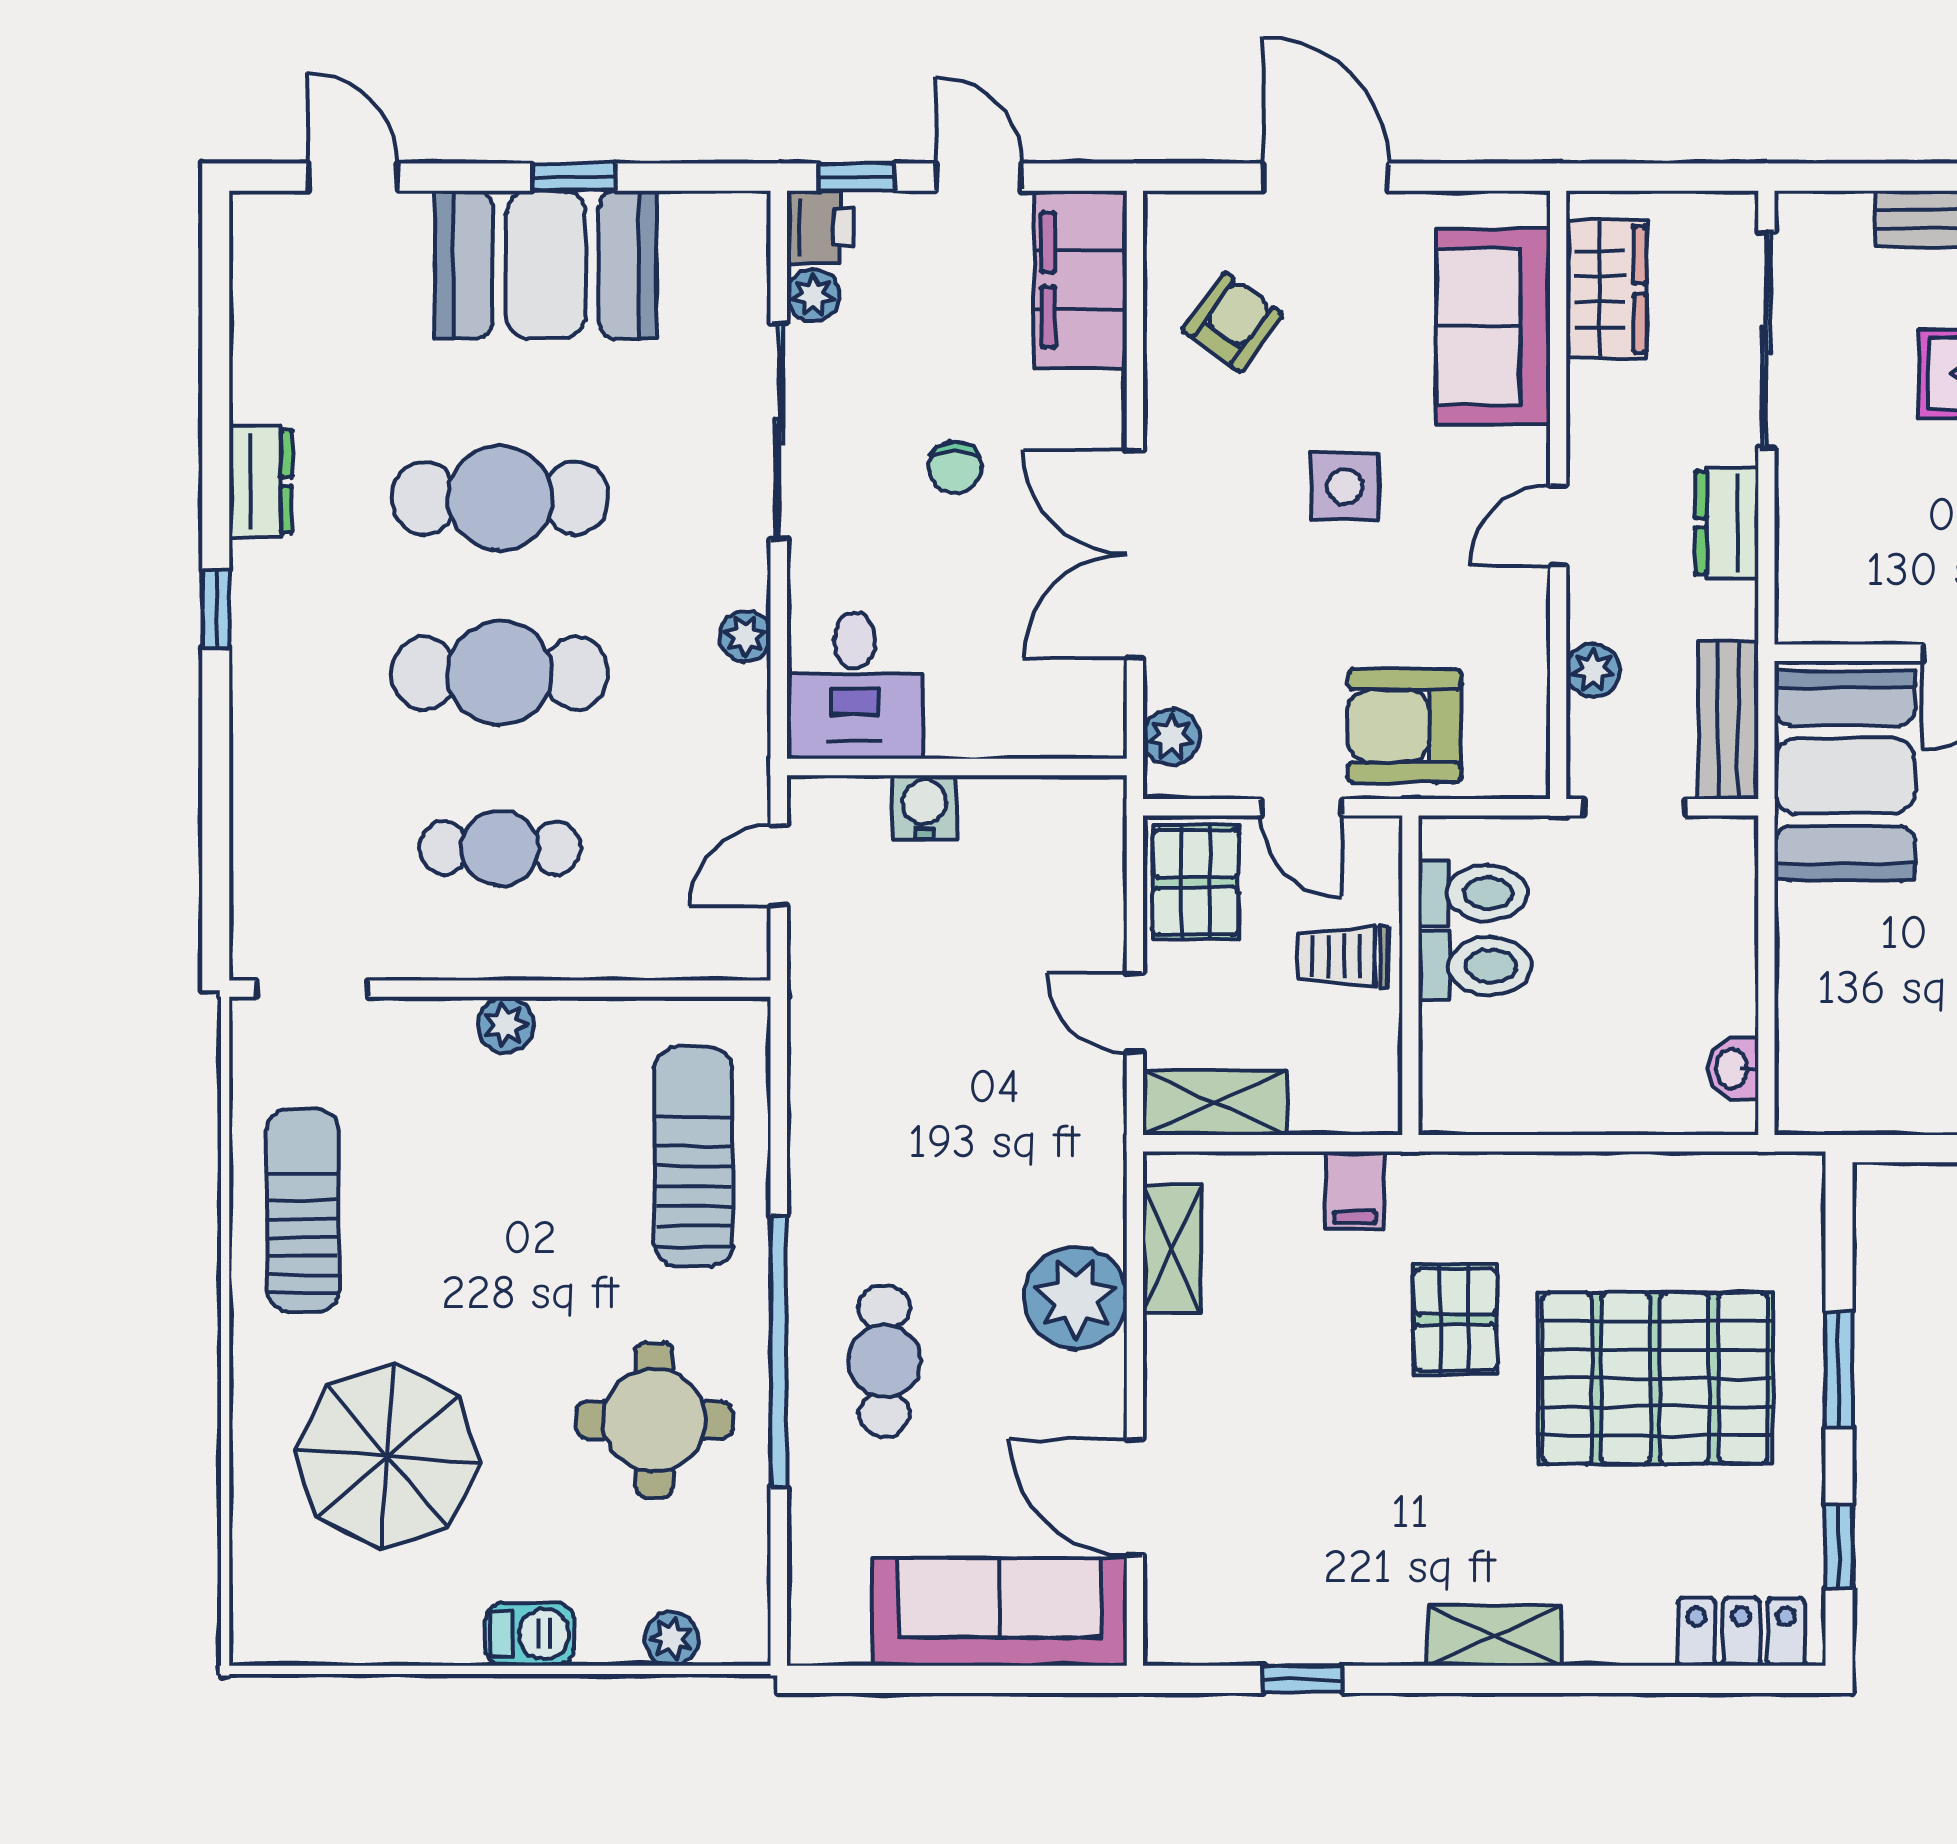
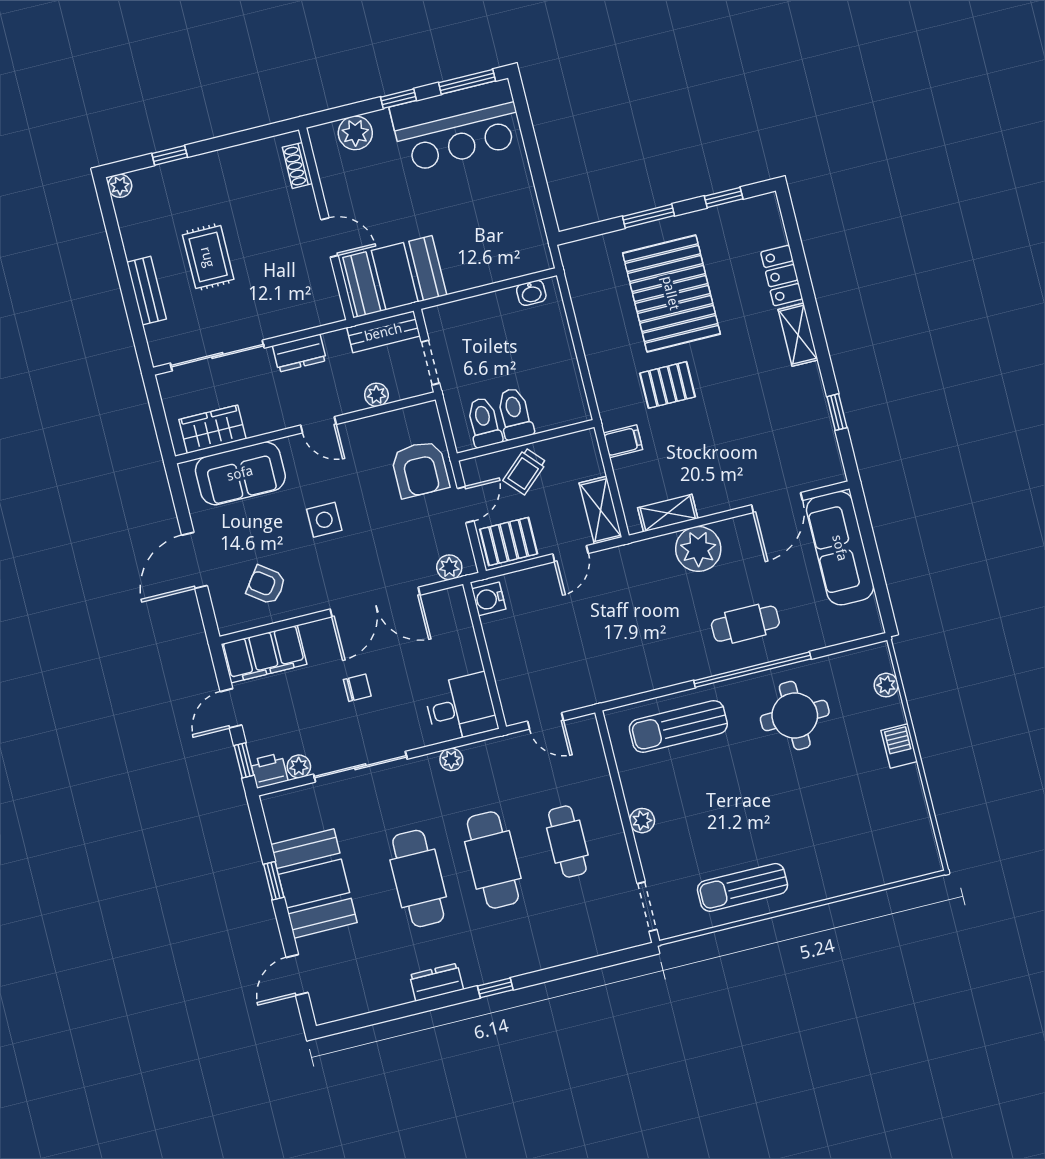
water cooler: (925, 807) -> (489, 599), moved
trolley: (1342, 957) -> (525, 471), turned 48
parasol: (387, 1456) -> (838, 825), removed
locker: (1741, 1632) -> (782, 276), moved

